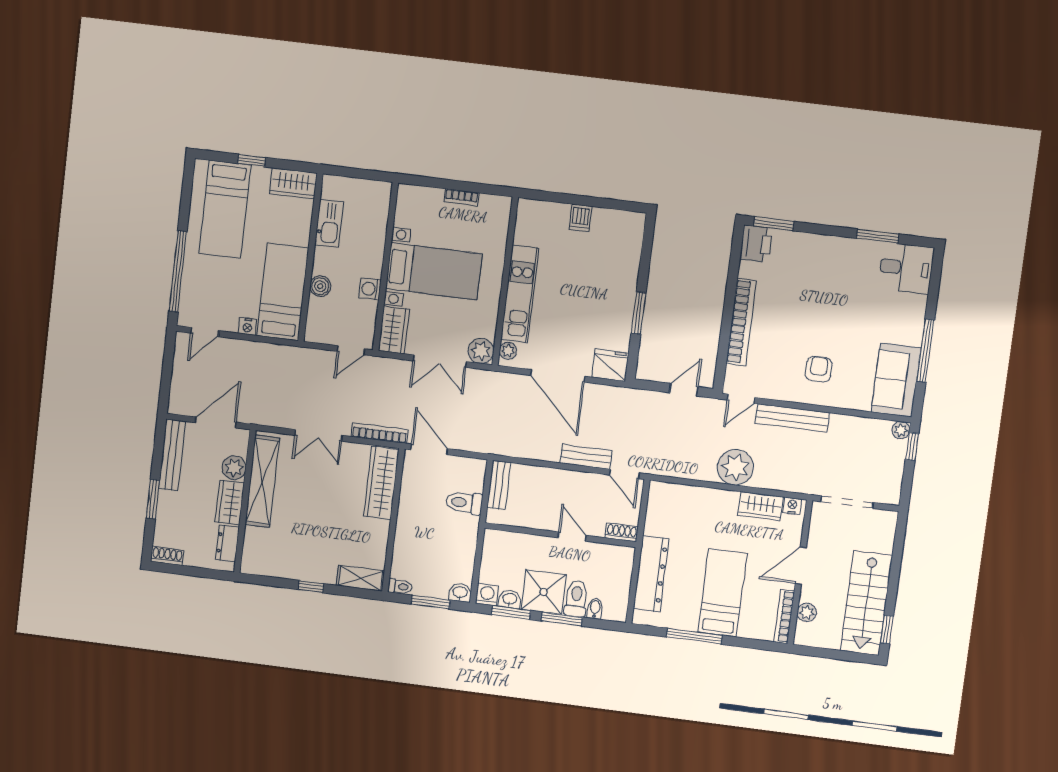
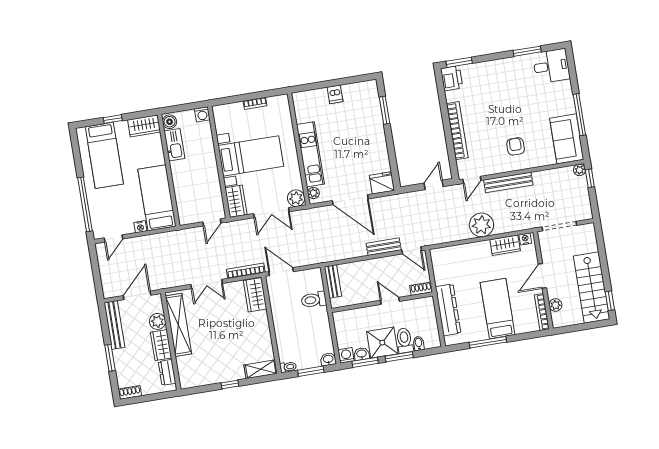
boiler: (320, 286) -> (170, 122), moved
washing machine: (370, 289) -> (202, 114), moved, turned -90
window: (638, 313) -> (384, 110), moved
wardrobe: (381, 483) -> (255, 295), width x0.67

